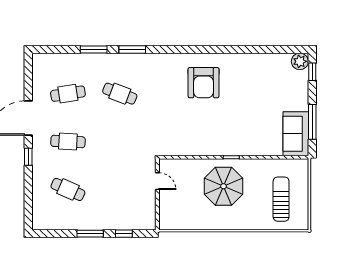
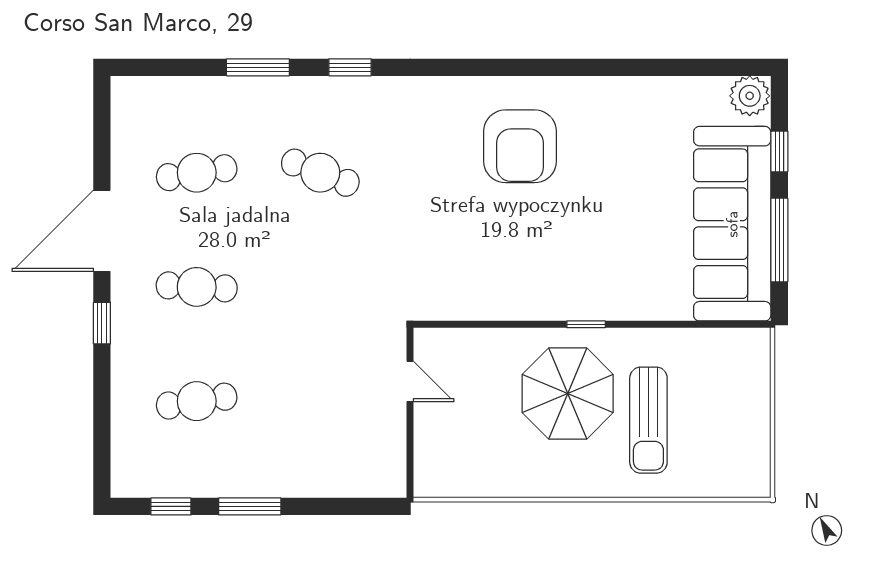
window: (132, 49) -> (350, 67), width x0.67
window: (312, 72) -> (779, 152), moved
sofa: (296, 134) -> (732, 224), width x1.85, depth x1.27
cafe table: (68, 189) -> (197, 401), turned -33
sun lounger: (281, 199) -> (648, 420), moved, turned 180
window: (124, 234) -> (171, 506), moved

